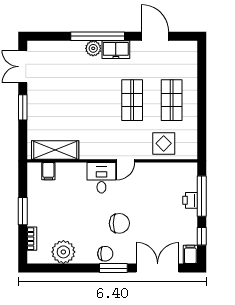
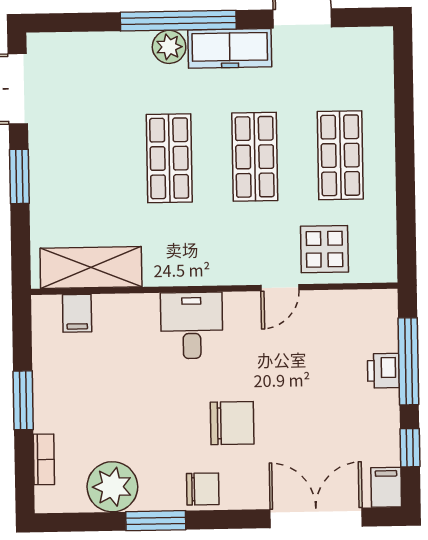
freezer: (116, 50) -> (230, 48), width x1.40
shop shelf: (92, 100) -> (169, 158), added
door: (126, 161) -> (280, 288), moved
window: (113, 268) -> (156, 521), moved

